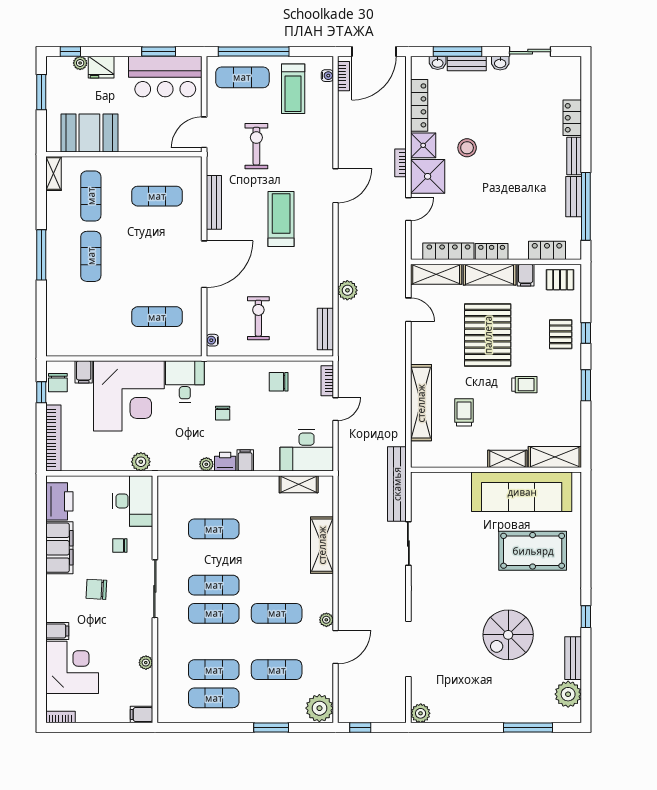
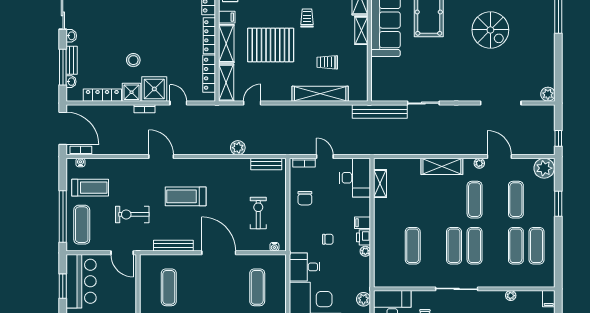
locker: (492, 251) -> (209, 36), width x1.53
exercise bike: (258, 318) -> (258, 213), turned 90
shelving: (322, 545) -> (442, 166), moved

